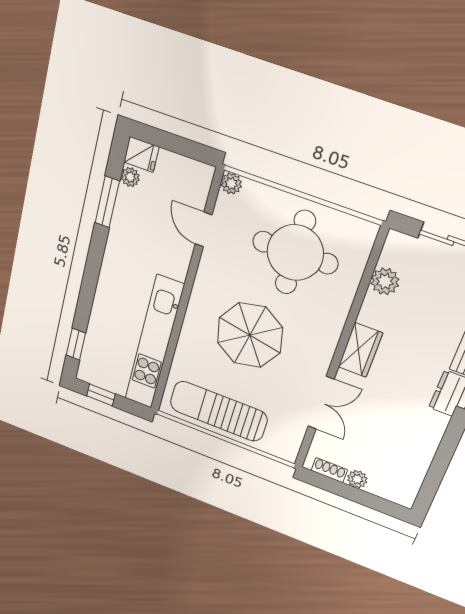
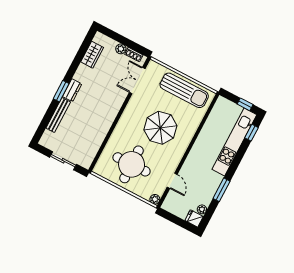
window: (107, 202) -> (221, 190), moved
plant: (385, 281) -> (93, 146), removed
kitchen unit: (154, 343) -> (234, 142), moved, turned 180
wardrobe: (360, 350) -> (92, 55), moved, turned 180
double door: (321, 403) -> (137, 80), moved

